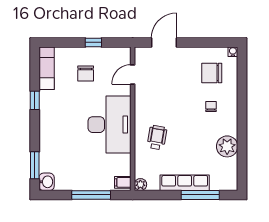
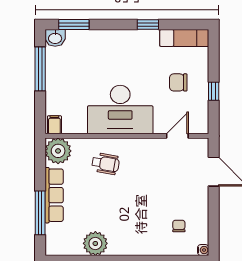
chair: (212, 73) -> (179, 226), width x0.54, depth x0.54
door: (133, 74) -> (177, 136), hinge flipped
chair: (211, 106) -> (141, 225), removed
plant: (140, 185) -> (58, 151), width x1.87, depth x1.87
window: (91, 195) -> (40, 69), moved

